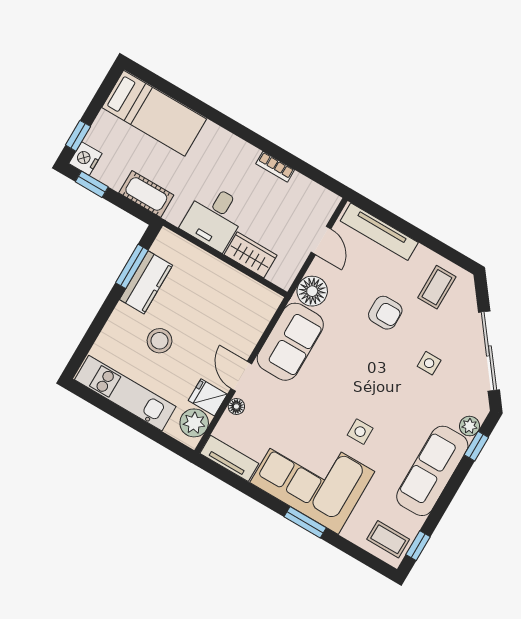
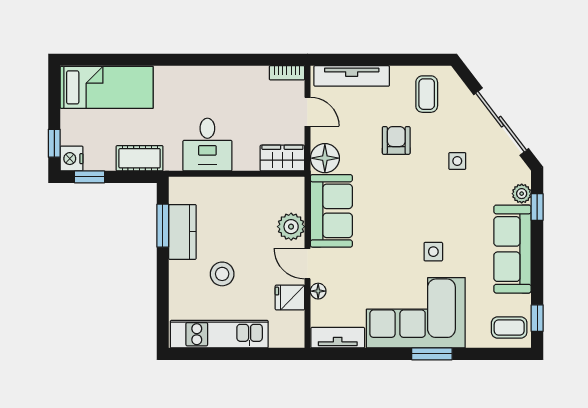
bookcase: (275, 167) -> (287, 73), moved
wardrobe: (251, 255) -> (282, 158), moved
armchair: (385, 313) -> (396, 140), turned -90
plant: (194, 423) -> (291, 227), moved

